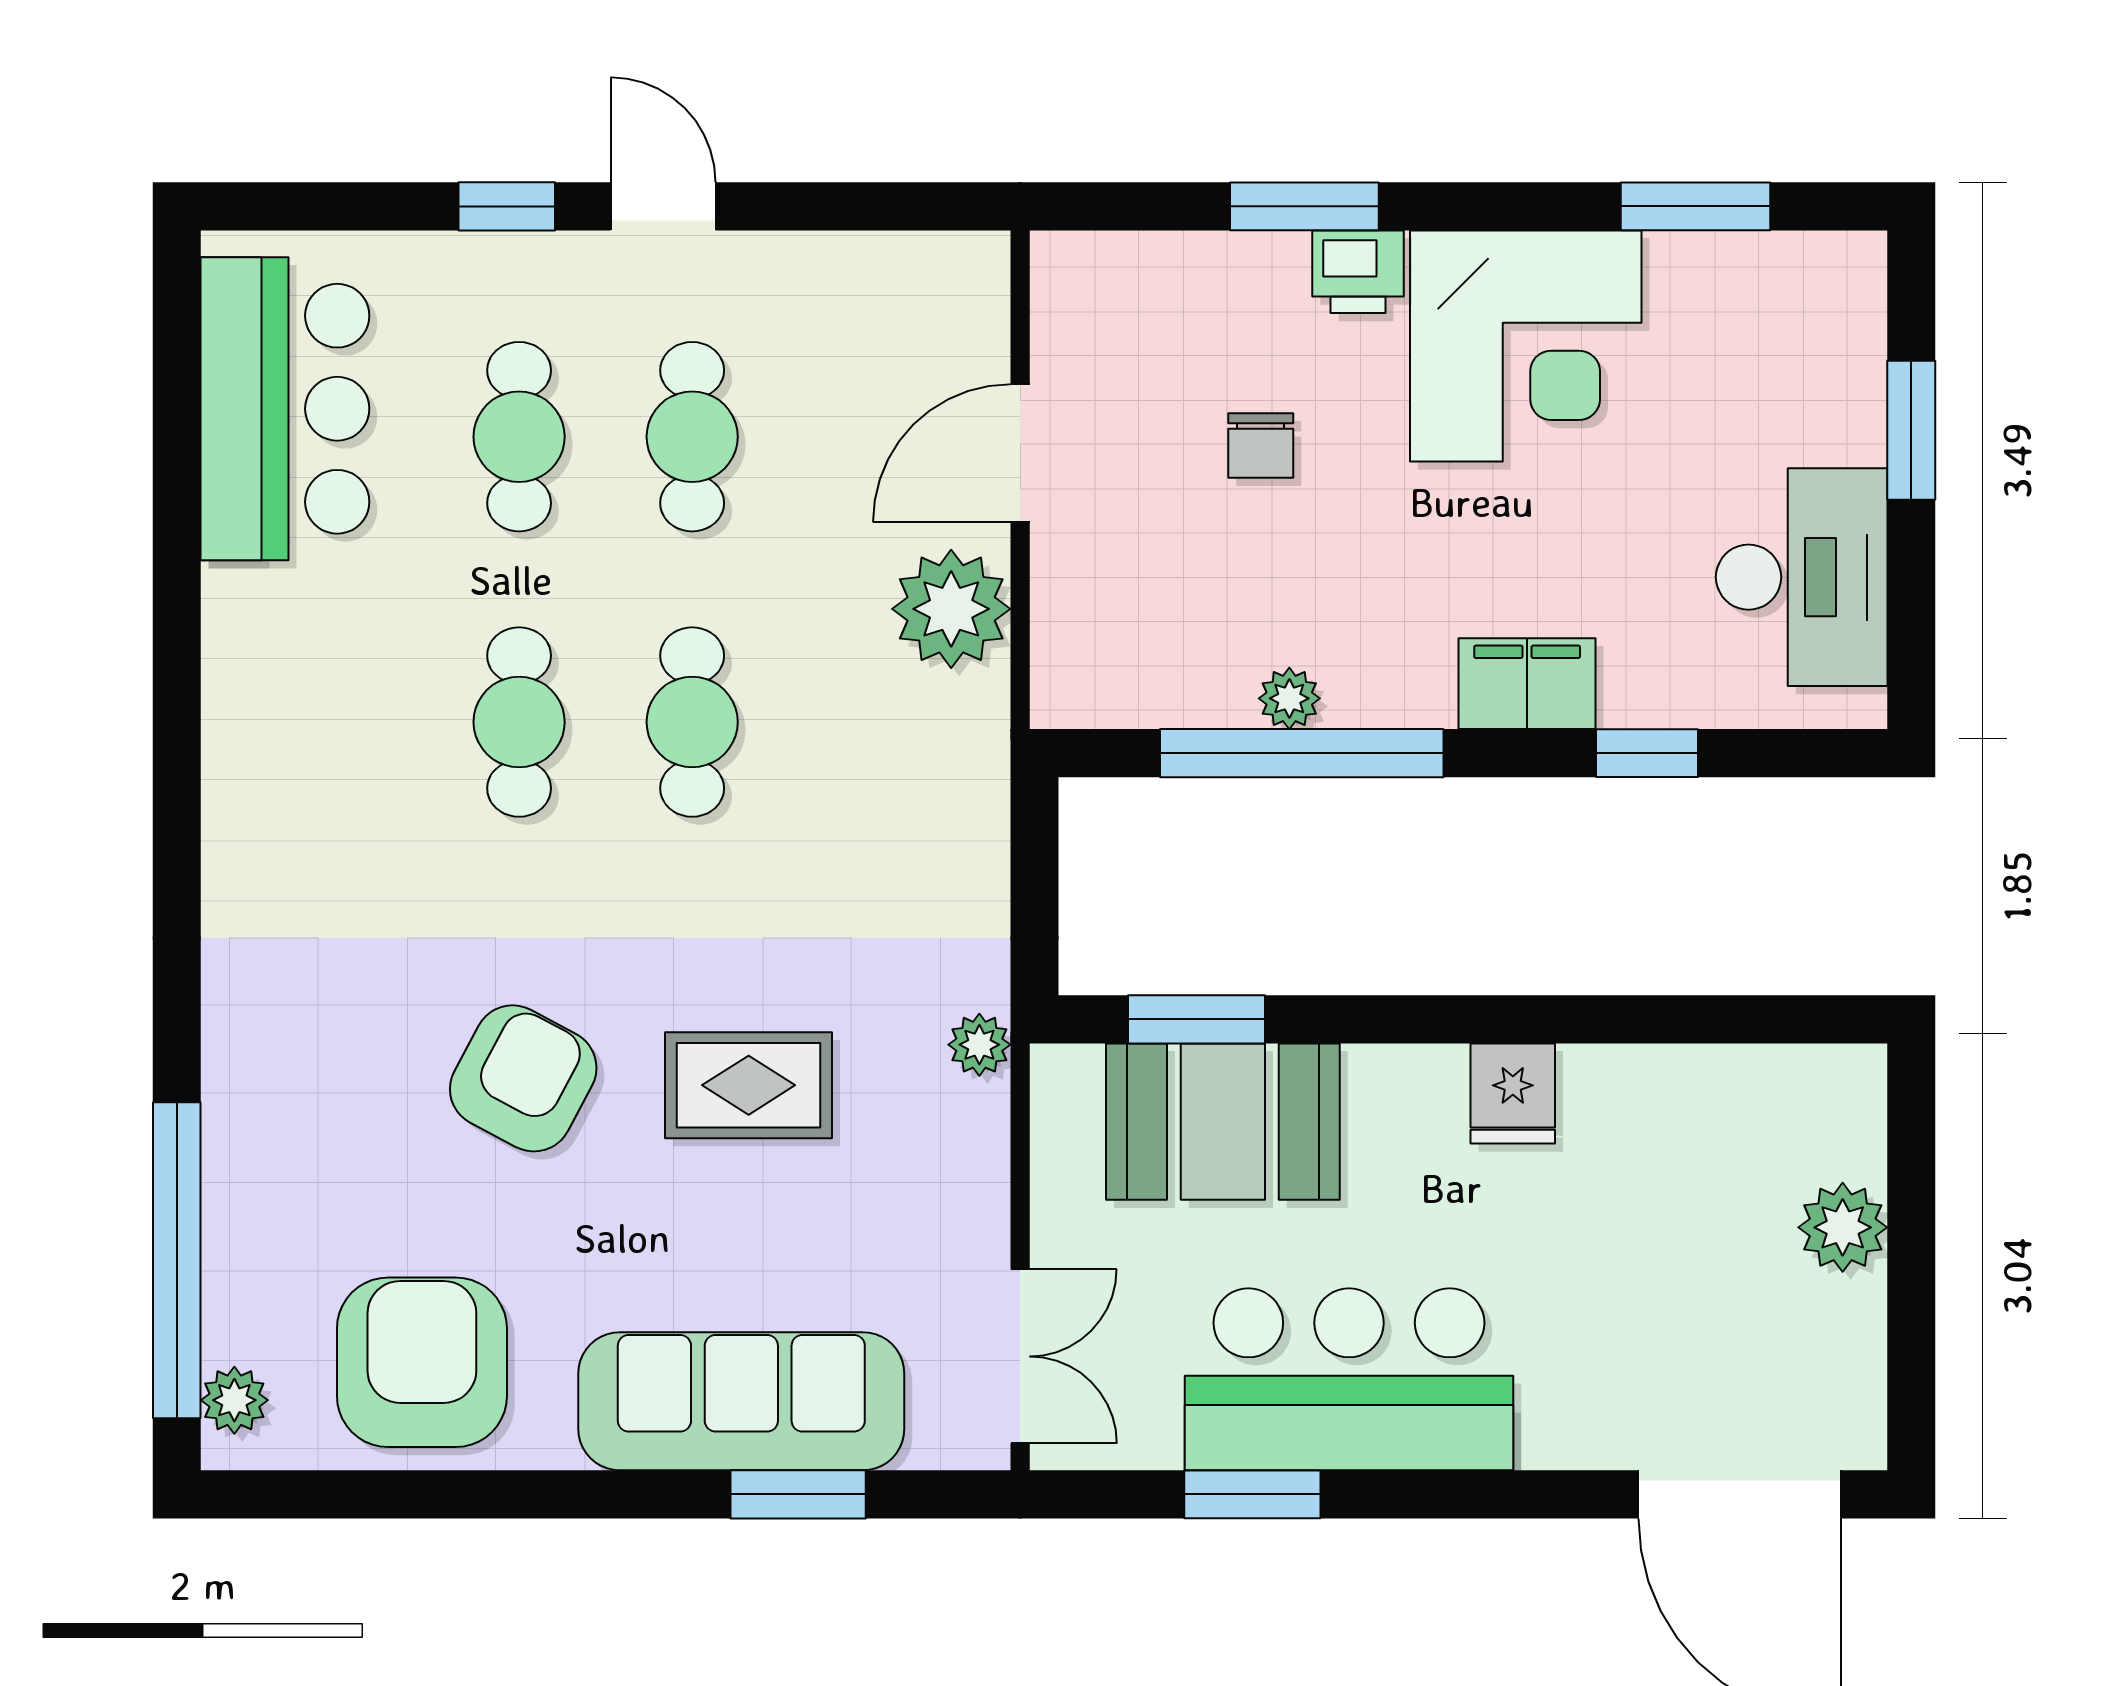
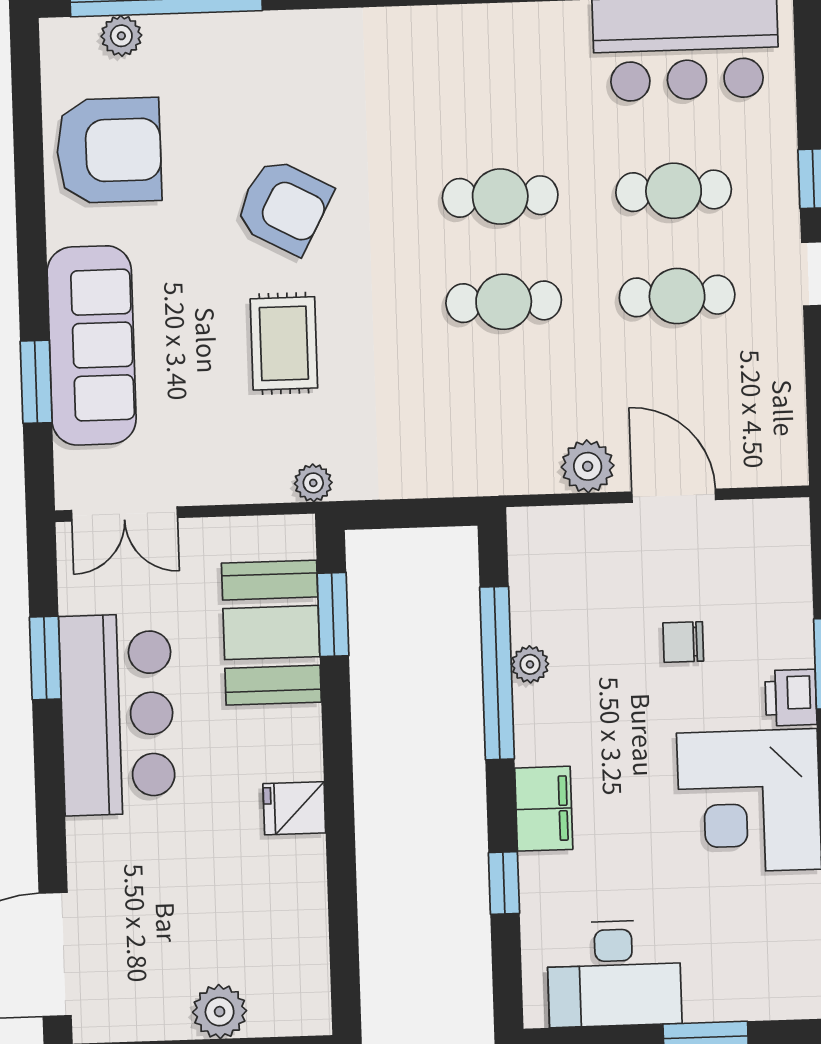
plant: (951, 609) -> (588, 466), width x0.73, depth x0.73
plant: (234, 1400) -> (121, 36), moved

